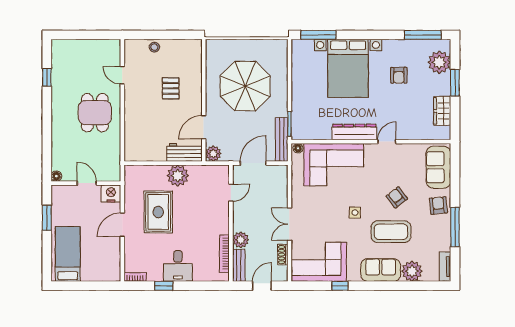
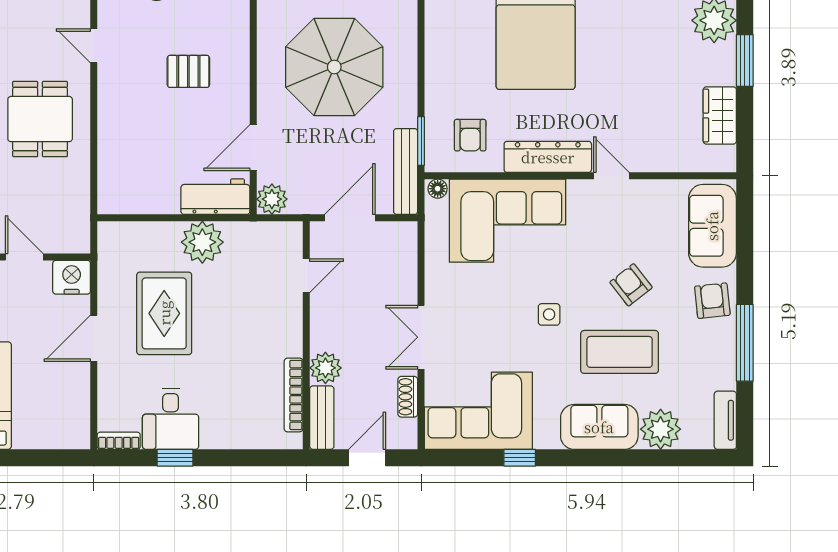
armchair: (399, 75) -> (470, 135), moved
pallet: (171, 88) -> (188, 71), turned 90
door: (387, 142) -> (611, 176), hinge flipped
desk: (178, 266) -> (171, 419), moved

